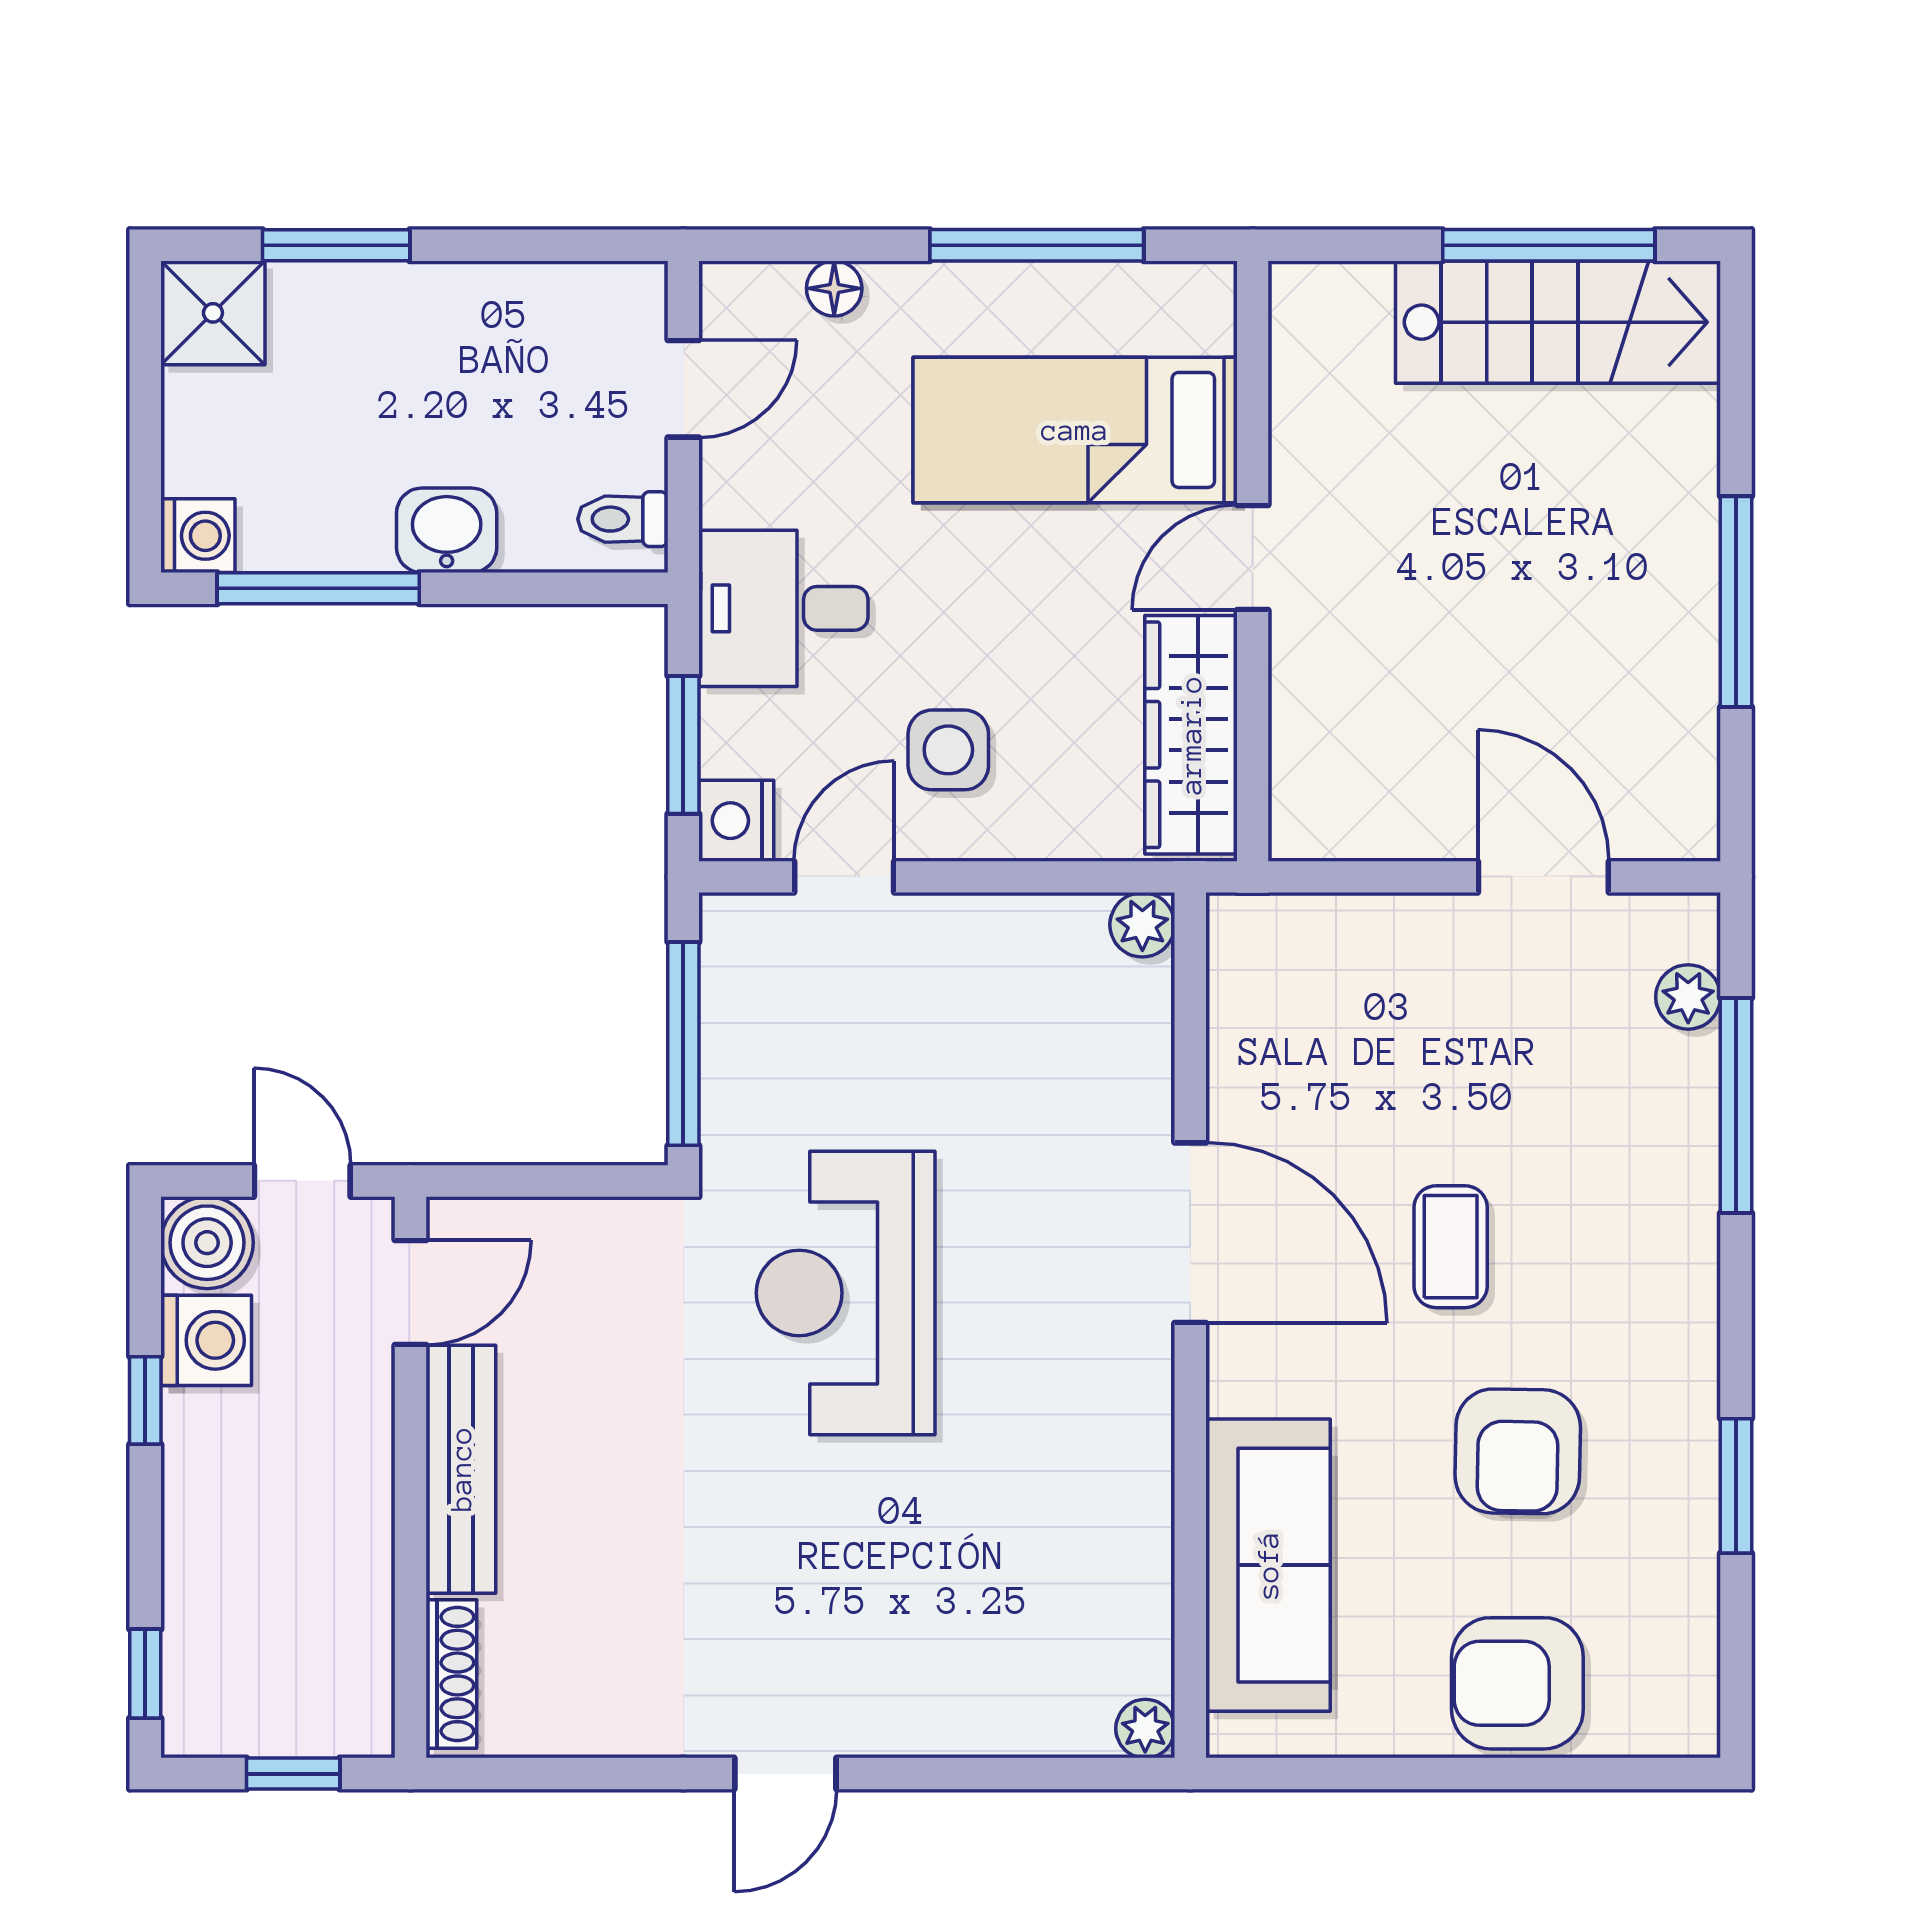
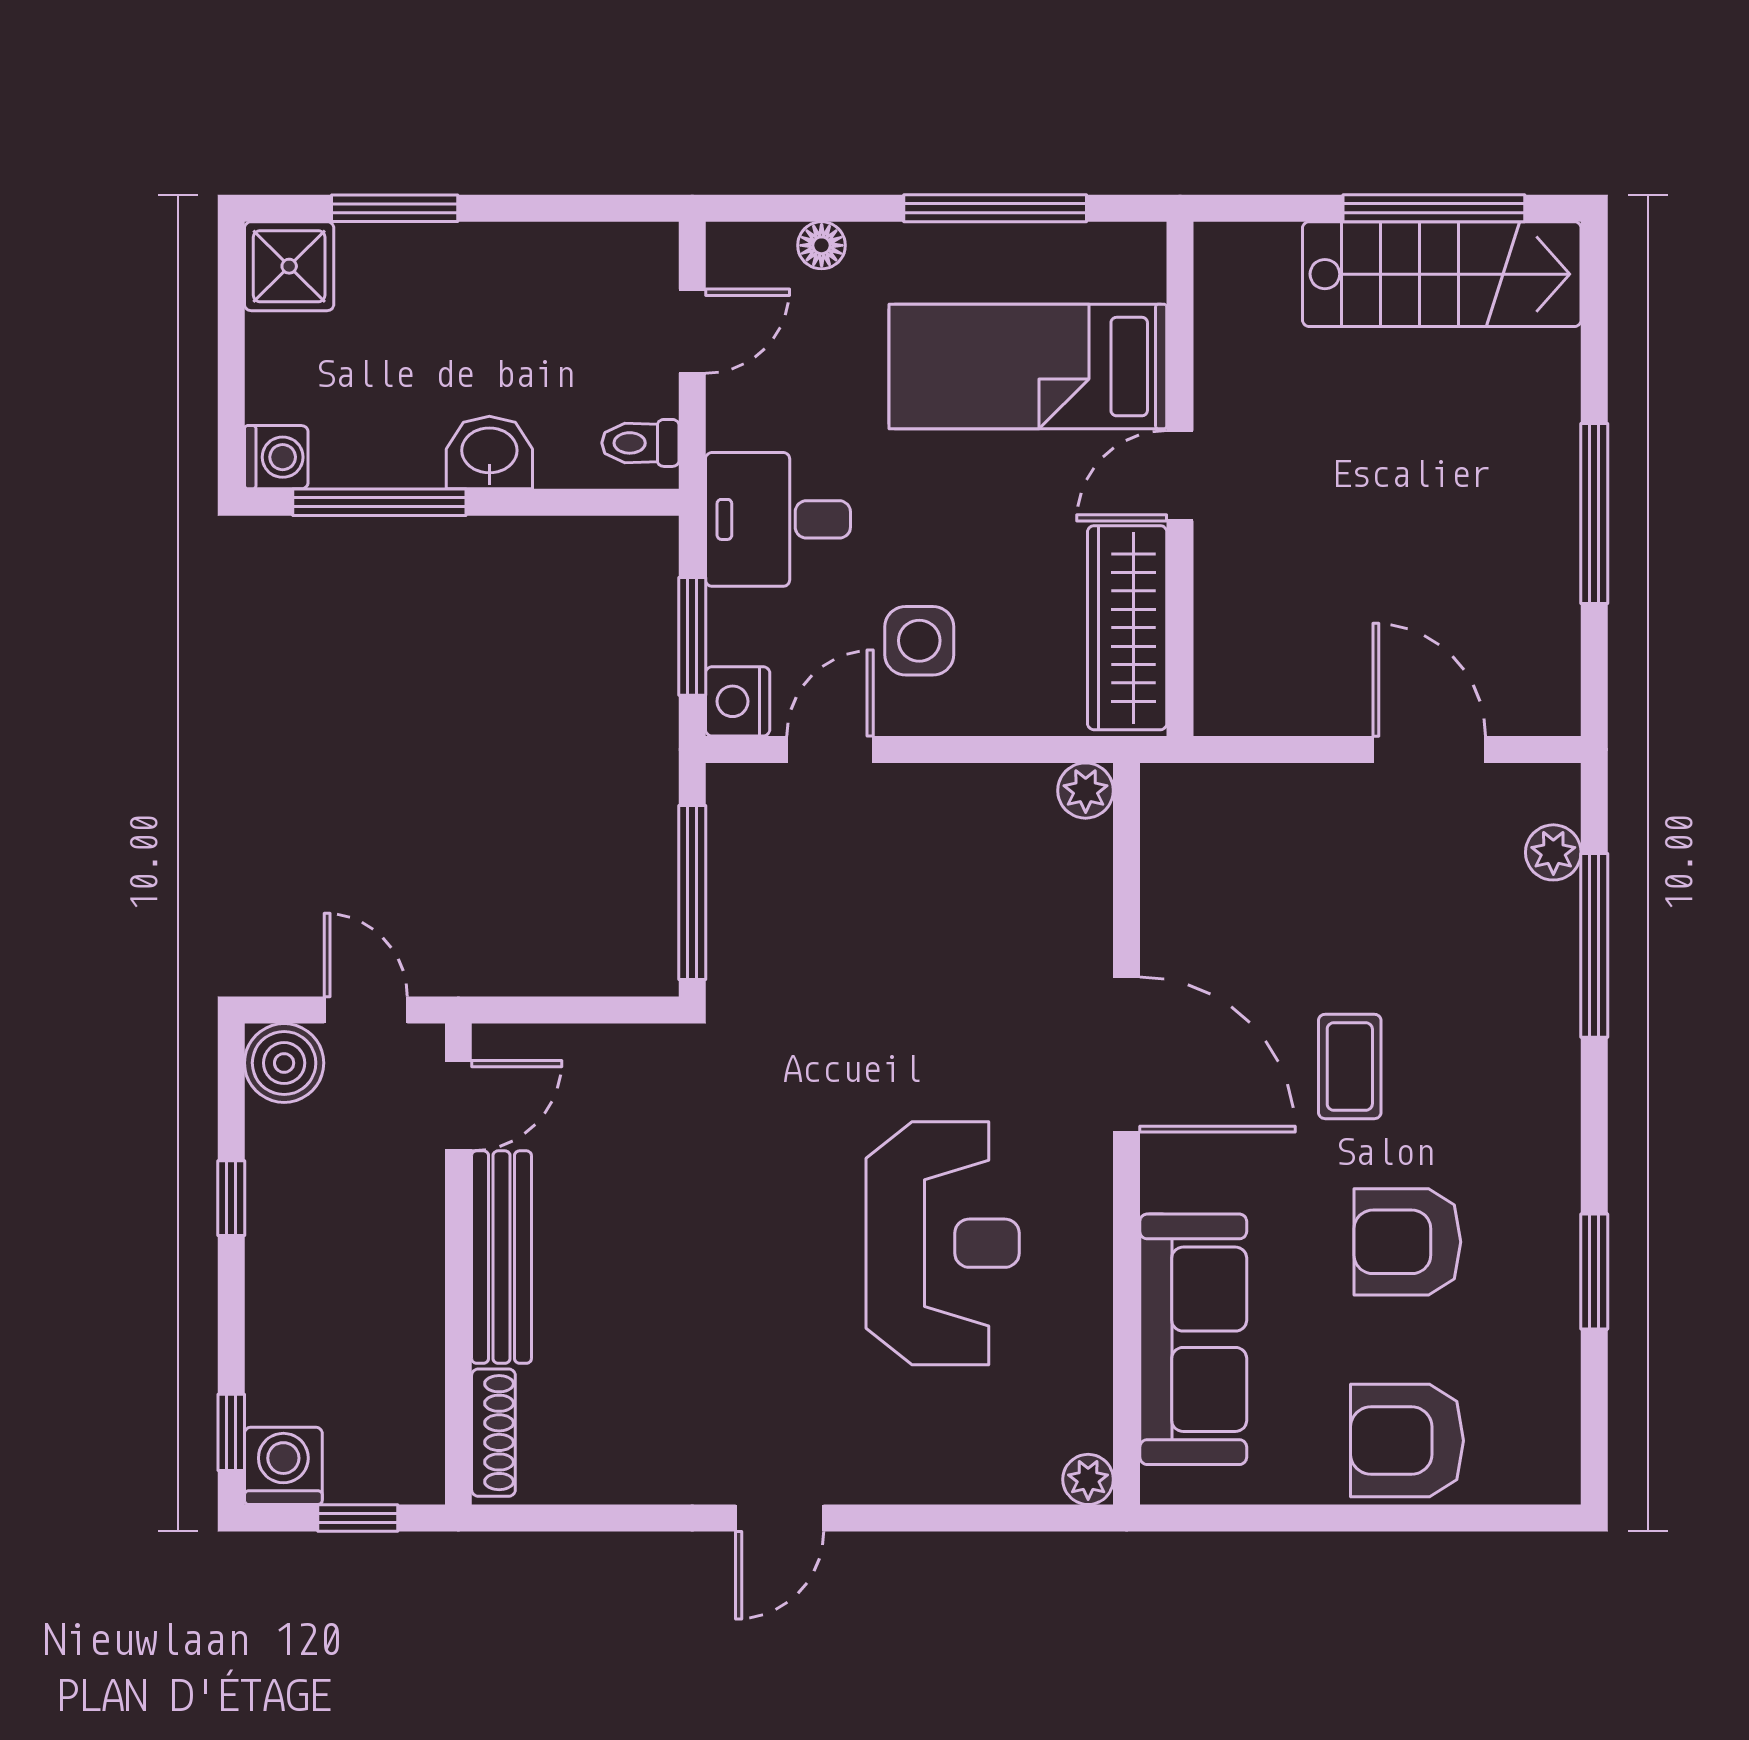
reception desk: (846, 1293) -> (943, 1243), moved, turned 180
washing machine: (206, 1340) -> (283, 1466), moved, turned -90
armchair: (1518, 1451) -> (1407, 1242), turned 89

